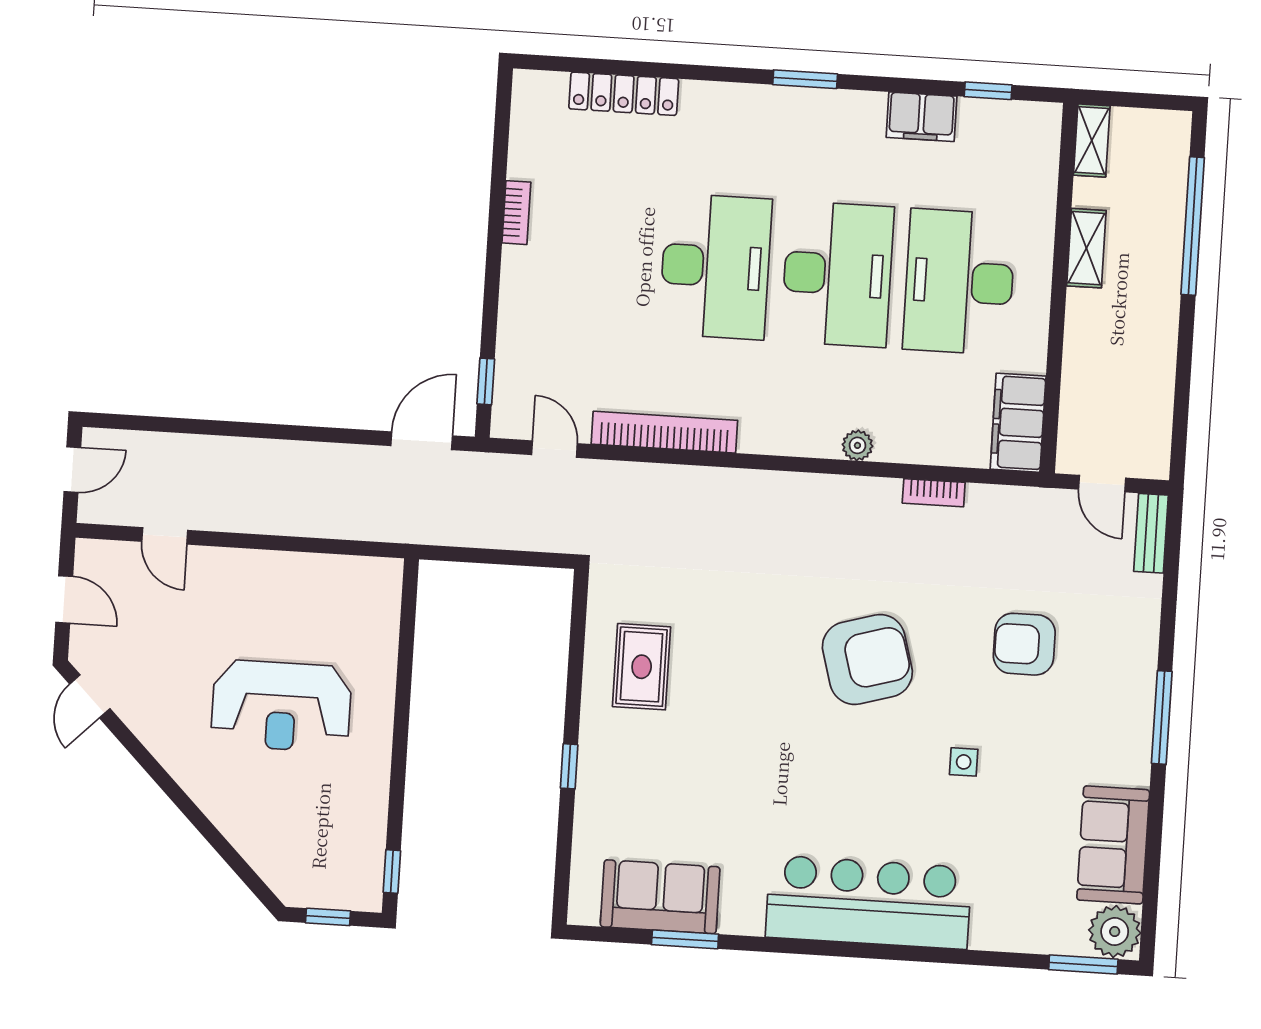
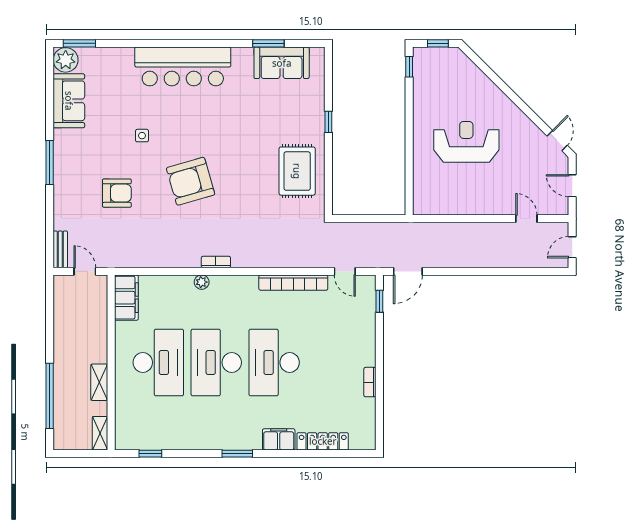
filing cabinet: (921, 117) -> (279, 439), moved
bookcase: (934, 493) -> (216, 262), moved
rug: (642, 667) -> (297, 171), width x1.36, depth x1.43

